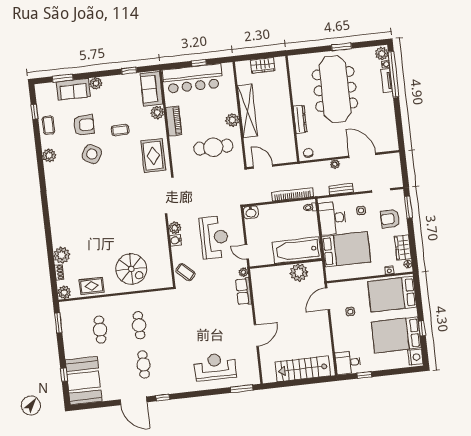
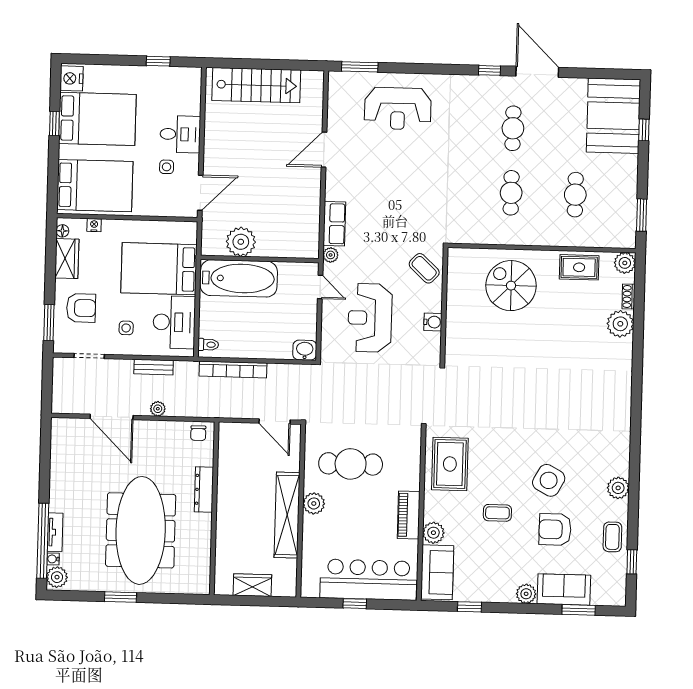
plant: (175, 228) -> (431, 342), removed
desk: (348, 363) -> (180, 134), moved

